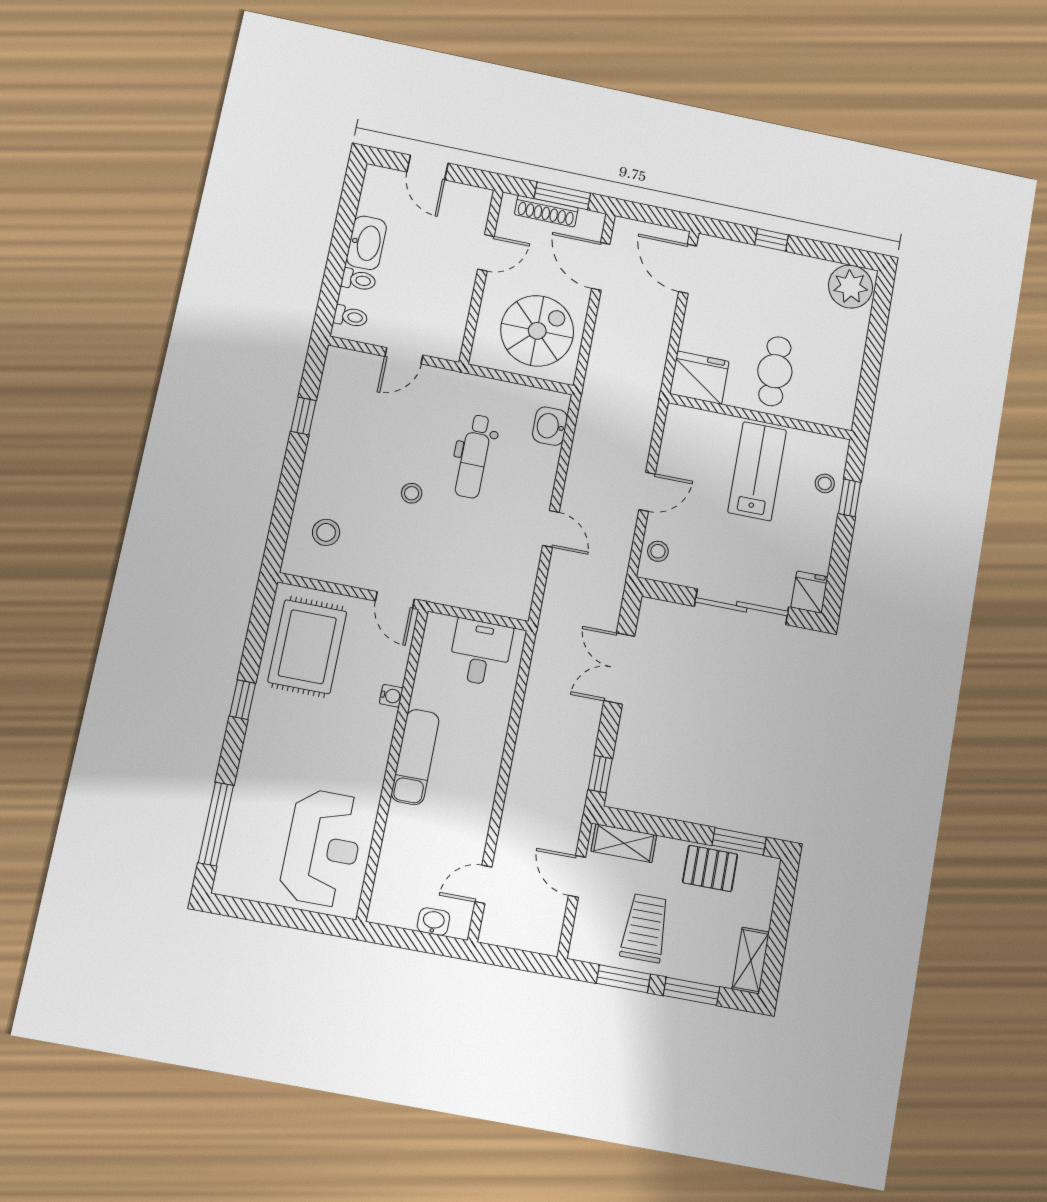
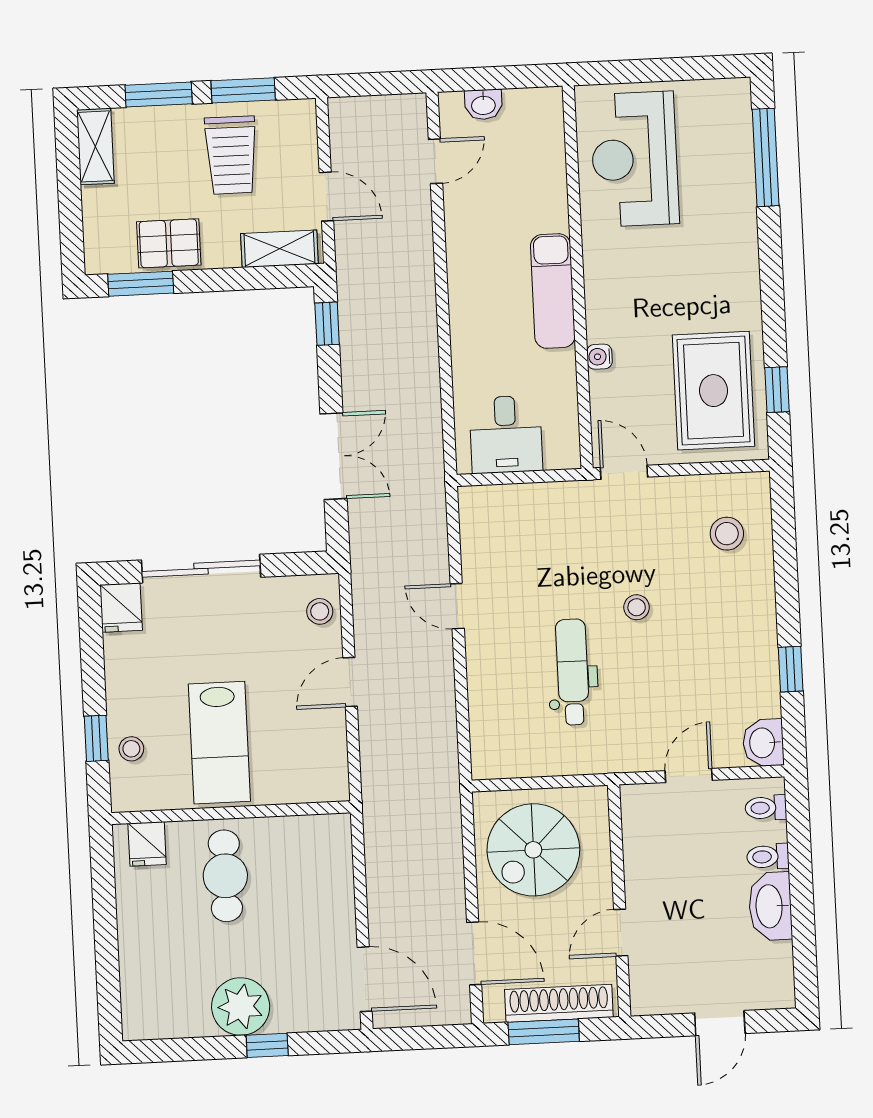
door: (428, 168) -> (720, 1023), swing flipped
shoe rack: (546, 211) -> (559, 1003), width x1.36, depth x1.24
plant: (850, 287) -> (241, 1007), moved
fridge: (699, 378) -> (147, 844), moved, width x0.53, depth x0.75
washbasin: (550, 426) -> (763, 743), moved, turned 180
window: (243, 700) -> (777, 390), moved

